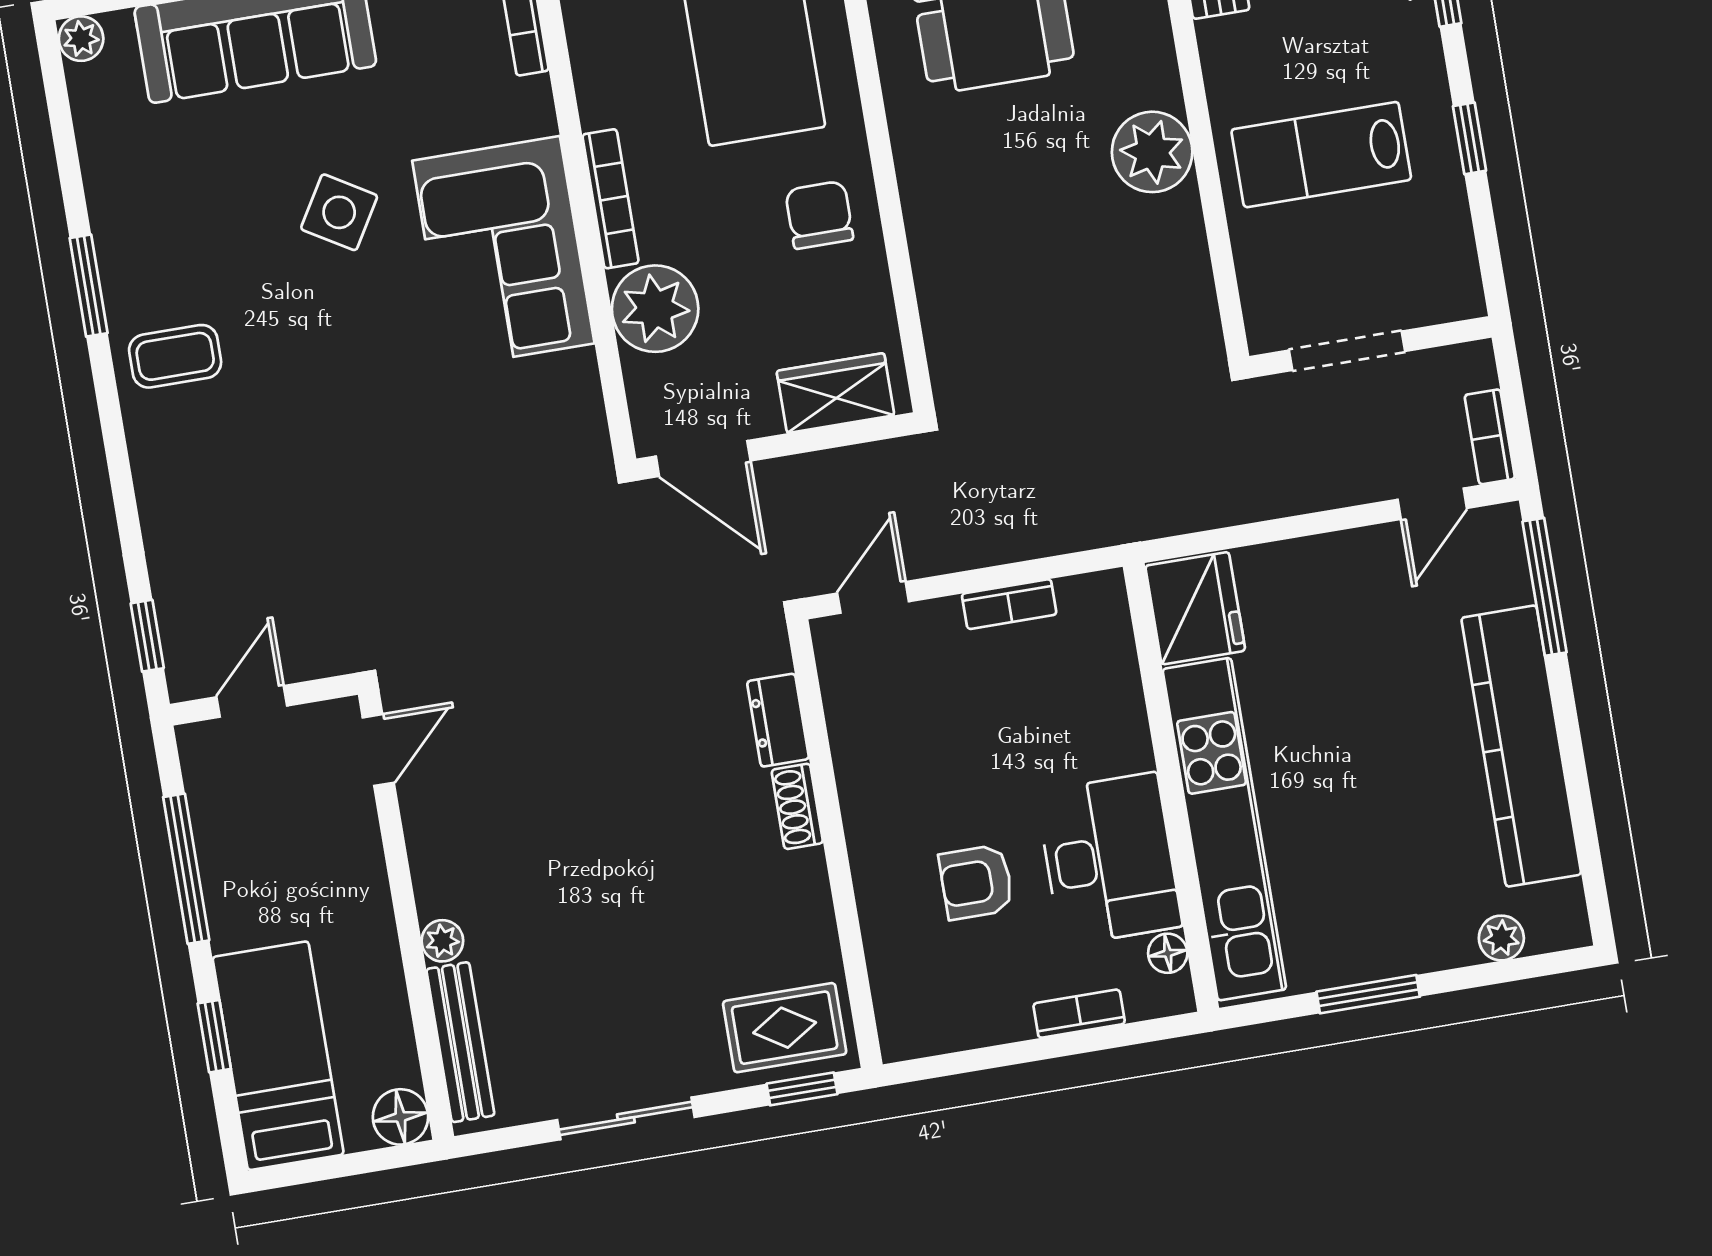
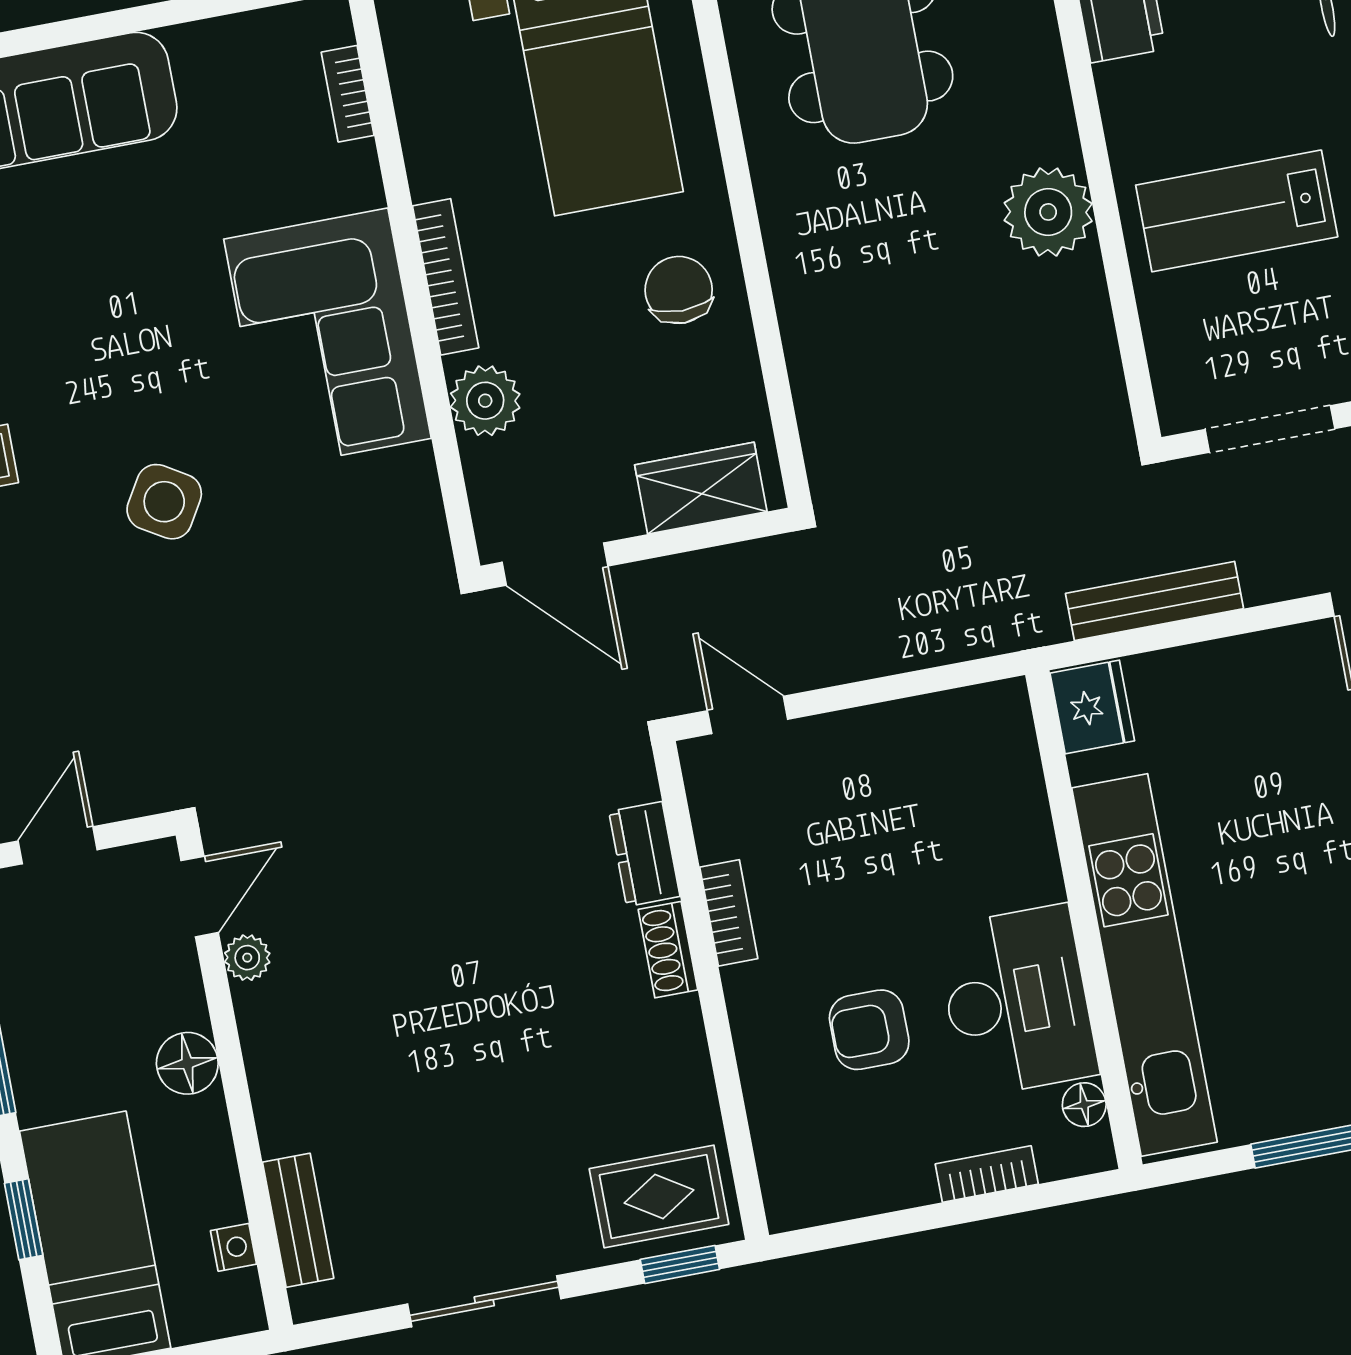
side table: (339, 212) -> (164, 502), moved
plant: (655, 309) -> (485, 401), width x0.73, depth x0.73
bench: (1240, 503) -> (1155, 601), added
door: (873, 597) -> (748, 715), hinge flipped
bookcase: (1009, 604) -> (729, 913), moved, turned -90
fridge: (1195, 608) -> (1092, 707), width x0.73, depth x0.75
plant: (442, 941) -> (247, 958), moved
bench: (460, 1042) -> (298, 1220), width x0.73
nightstand: (402, 1065) -> (234, 1247), added
floor lamp: (400, 1117) -> (187, 1063), moved

